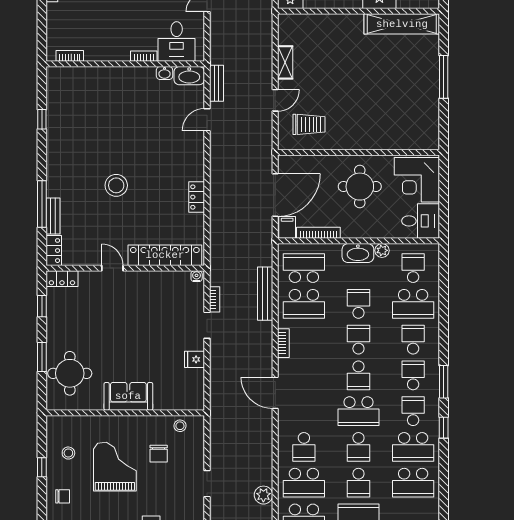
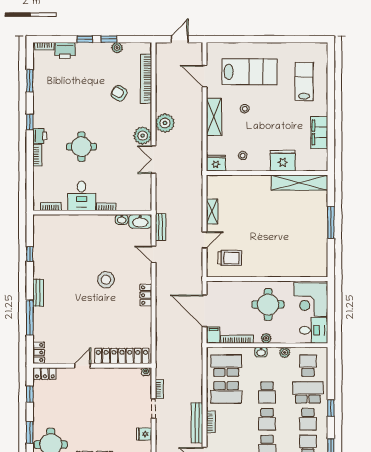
desk: (177, 41) -> (82, 196), moved
door: (207, 120) -> (154, 254), hinge flipped
stool: (116, 185) -> (106, 280), moved
door: (275, 195) -> (205, 311), swing flipped
locker: (197, 197) -> (146, 295), moved
bench: (53, 216) -> (38, 293), moved
plant: (357, 232) -> (266, 338), added
washbasin: (358, 253) -> (261, 352), width x0.52, depth x0.69
door: (112, 268) -> (83, 366), hinge flipped
bench: (265, 294) -> (197, 423), moved
school desk: (358, 304) -> (267, 392), turned 180
school desk: (413, 304) -> (308, 392), turned 180
window: (444, 325) -> (331, 408), added
school desk: (358, 340) -> (267, 419), turned 180
school desk: (413, 340) -> (308, 419), turned 180

